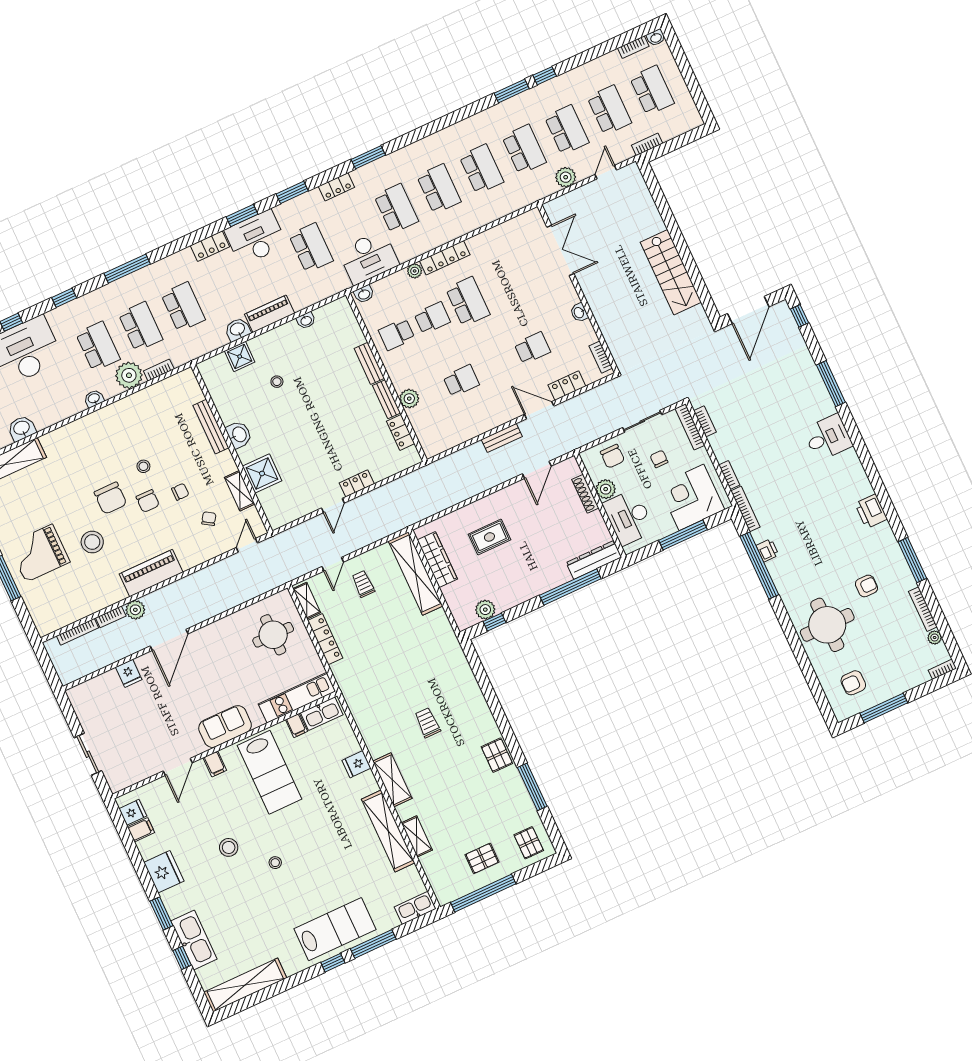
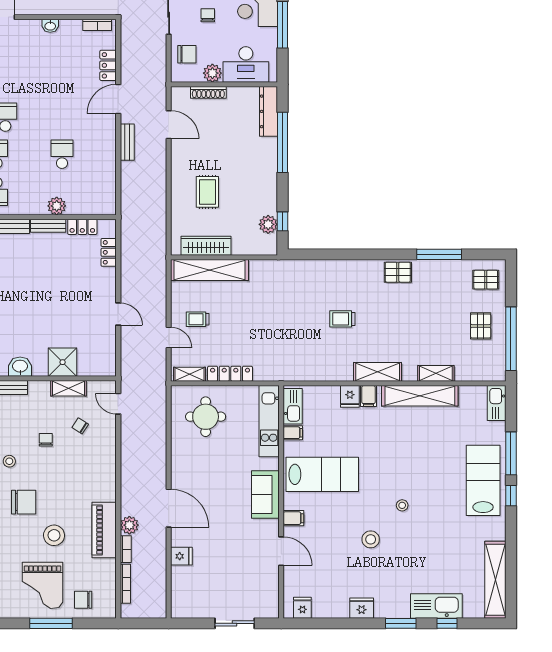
school desk: (532, 348) -> (62, 80), removed
chair: (659, 459) -> (208, 15), turned 90
locker: (357, 483) -> (109, 252), moved
chair: (148, 501) -> (83, 600), moved, turned 180
piano: (151, 573) -> (104, 530), moved
filing cabinet: (141, 830) -> (369, 396), moved, turned 180
fridge: (164, 872) -> (362, 608), width x0.73, depth x0.75

